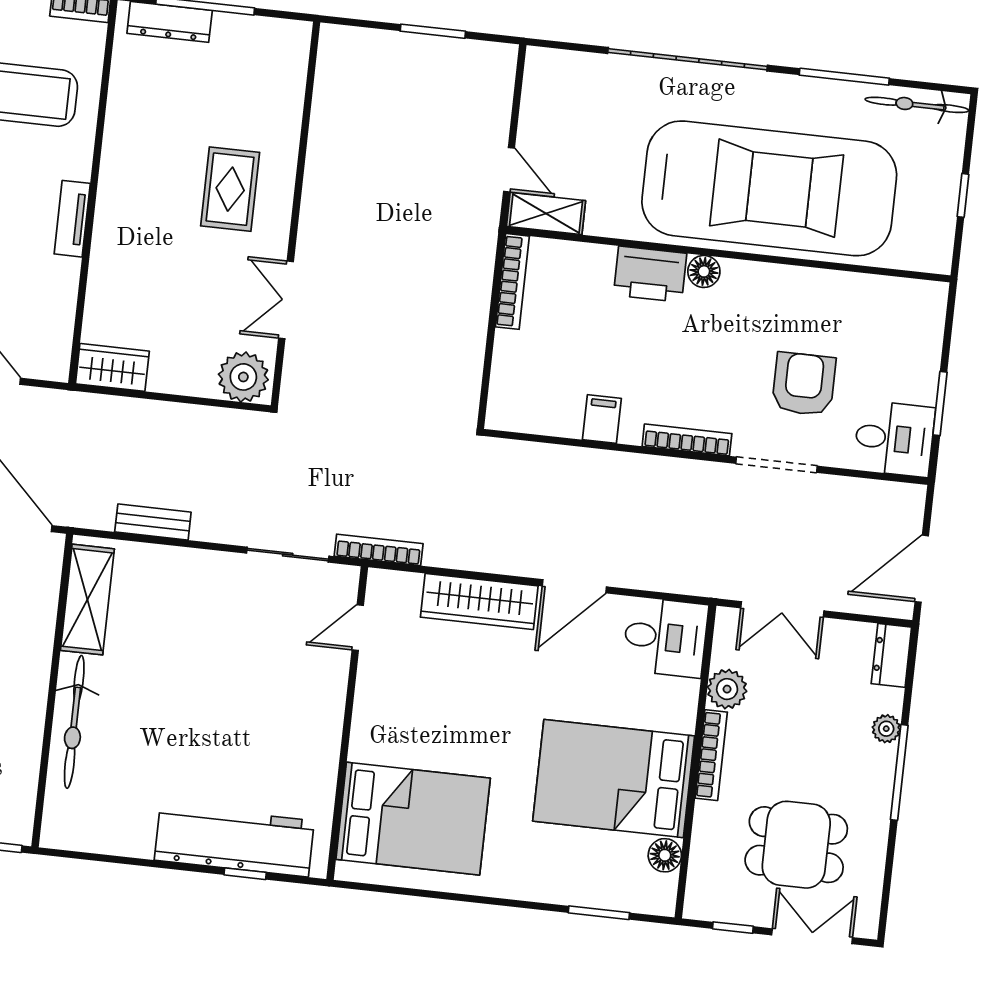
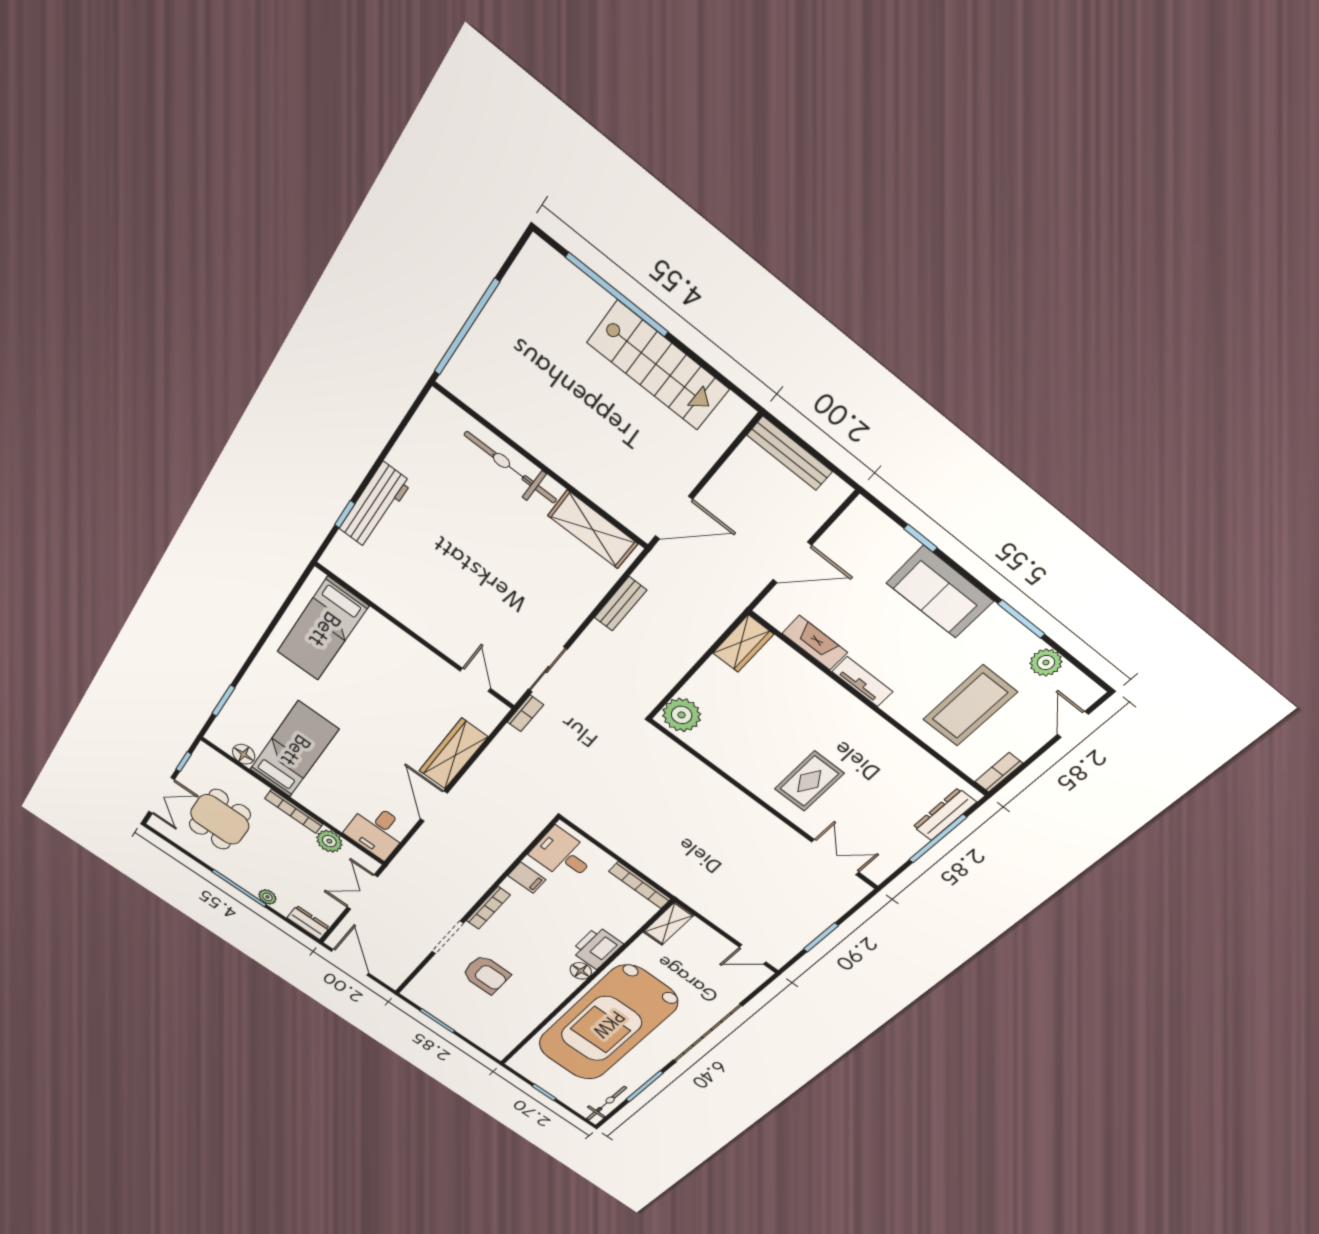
door: (509, 170) -> (753, 954), moved
rug: (230, 189) -> (809, 781), turned 90
fireplace: (61, 296) -> (815, 643), added
double door: (286, 300) -> (835, 857), moved
desk: (894, 439) -> (563, 855), moved, turned 90
bookcase: (379, 550) -> (525, 713), width x0.64
bed: (614, 779) -> (294, 750), width x0.67
bed: (413, 819) -> (323, 629), width x0.67
workbench: (234, 840) -> (375, 506), width x0.73, depth x0.76

